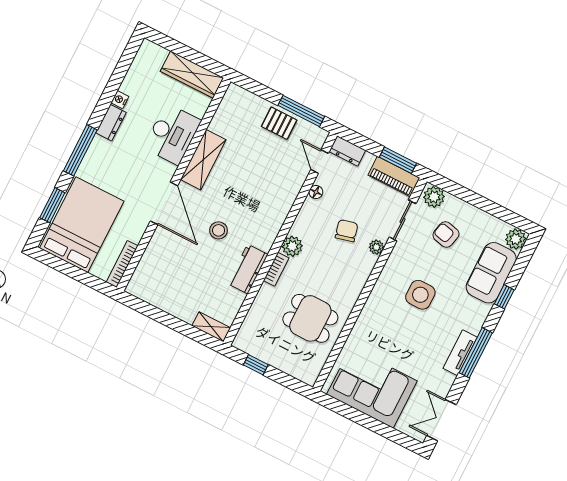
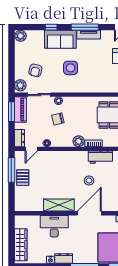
wardrobe: (192, 75) -> (21, 245), moved
sofa: (491, 273) -> (60, 39), moved

